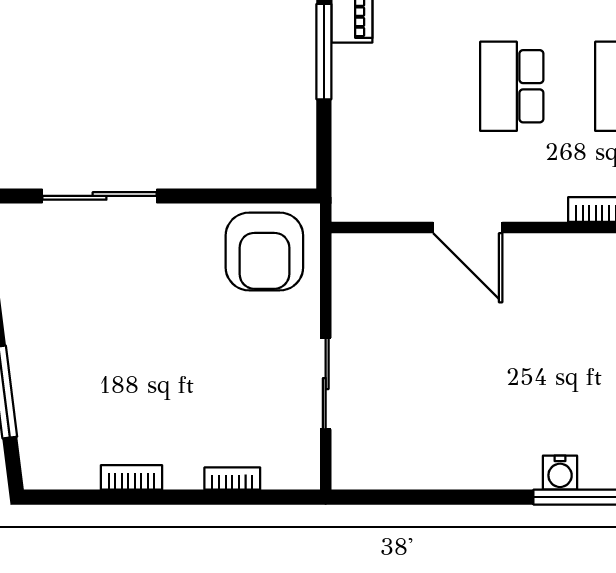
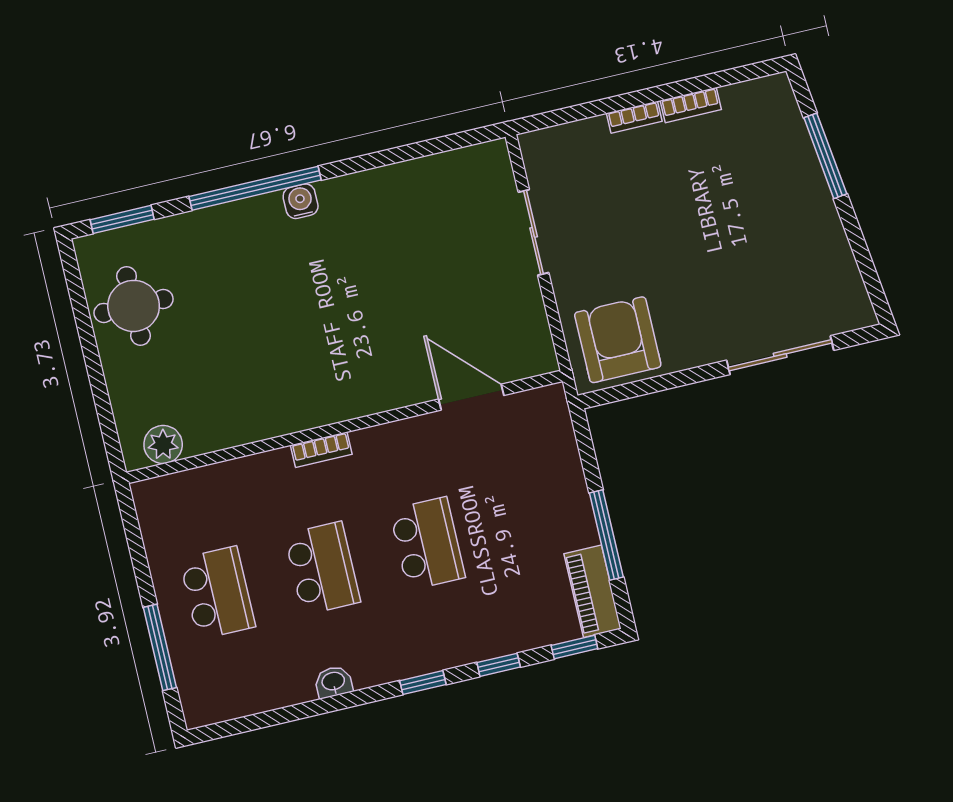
door: (468, 228) -> (471, 397), moved
bookcase: (232, 479) -> (634, 117), moved

